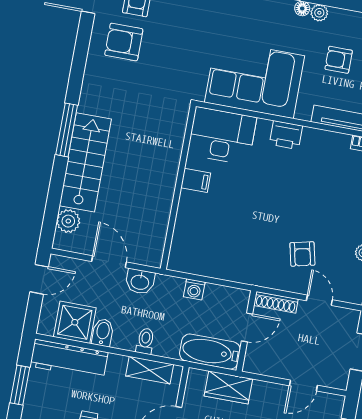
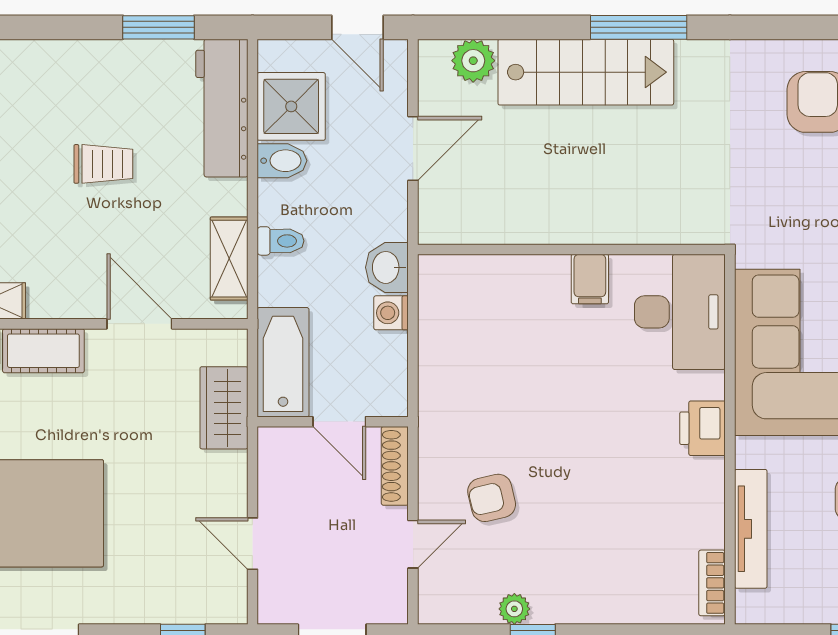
washbasin: (140, 282) -> (387, 267), moved

